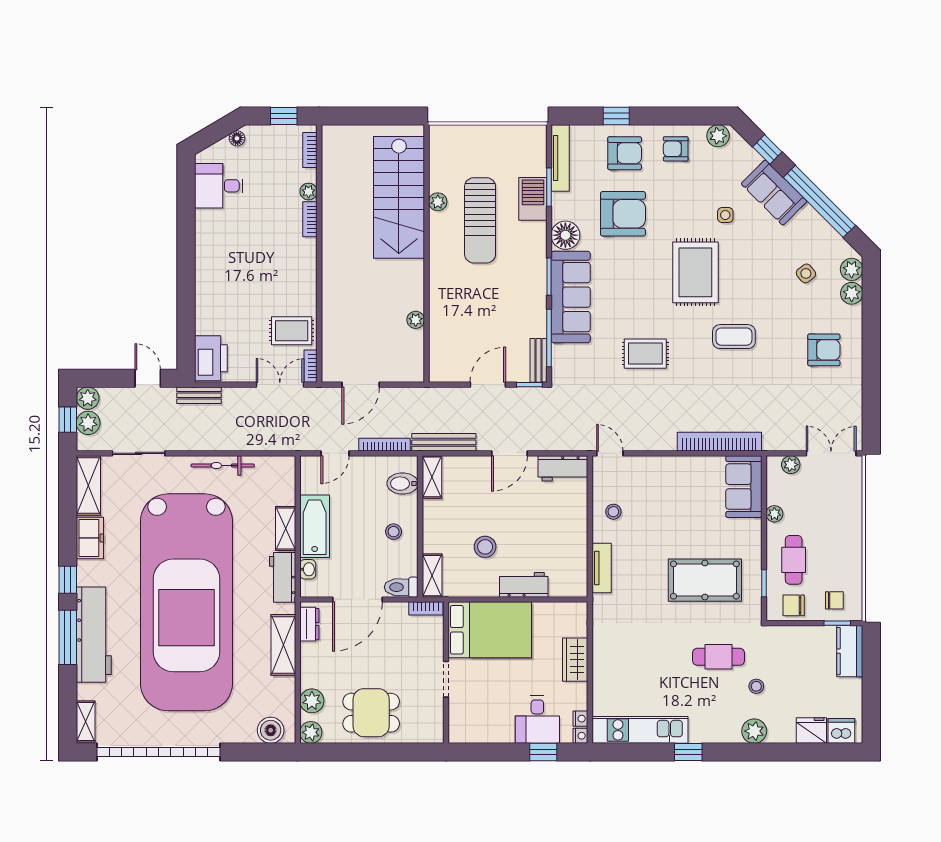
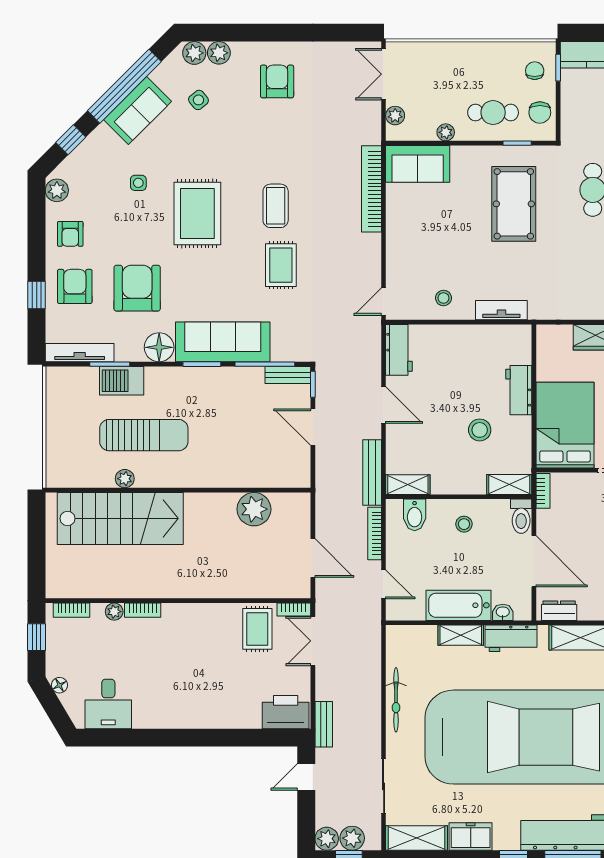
sofa: (774, 193) -> (137, 111), moved
rug: (695, 272) -> (197, 214), turned 90
plant: (416, 320) -> (254, 509), width x1.87, depth x1.87
coffee table: (734, 337) -> (276, 206), moved

